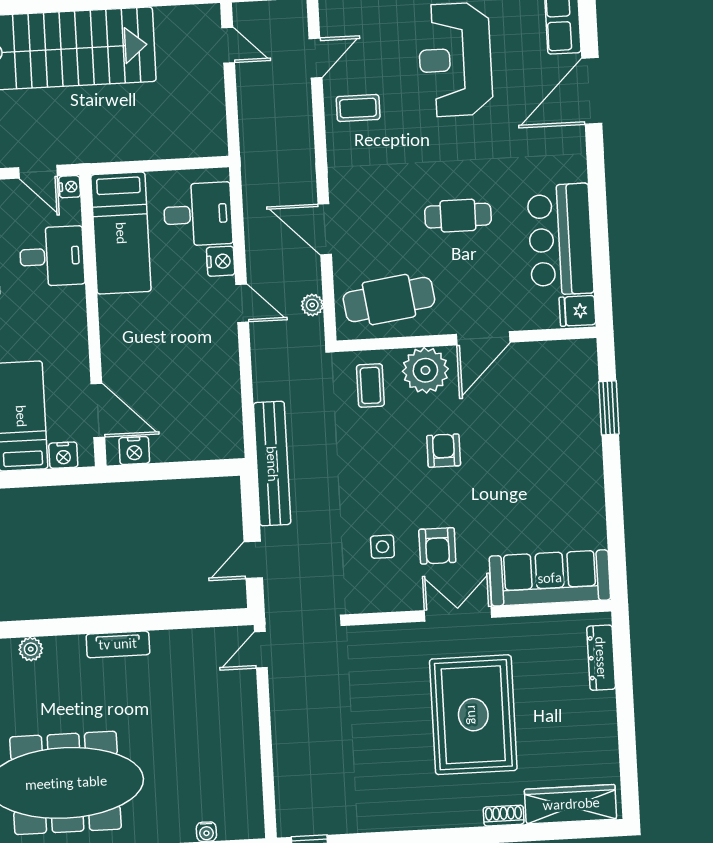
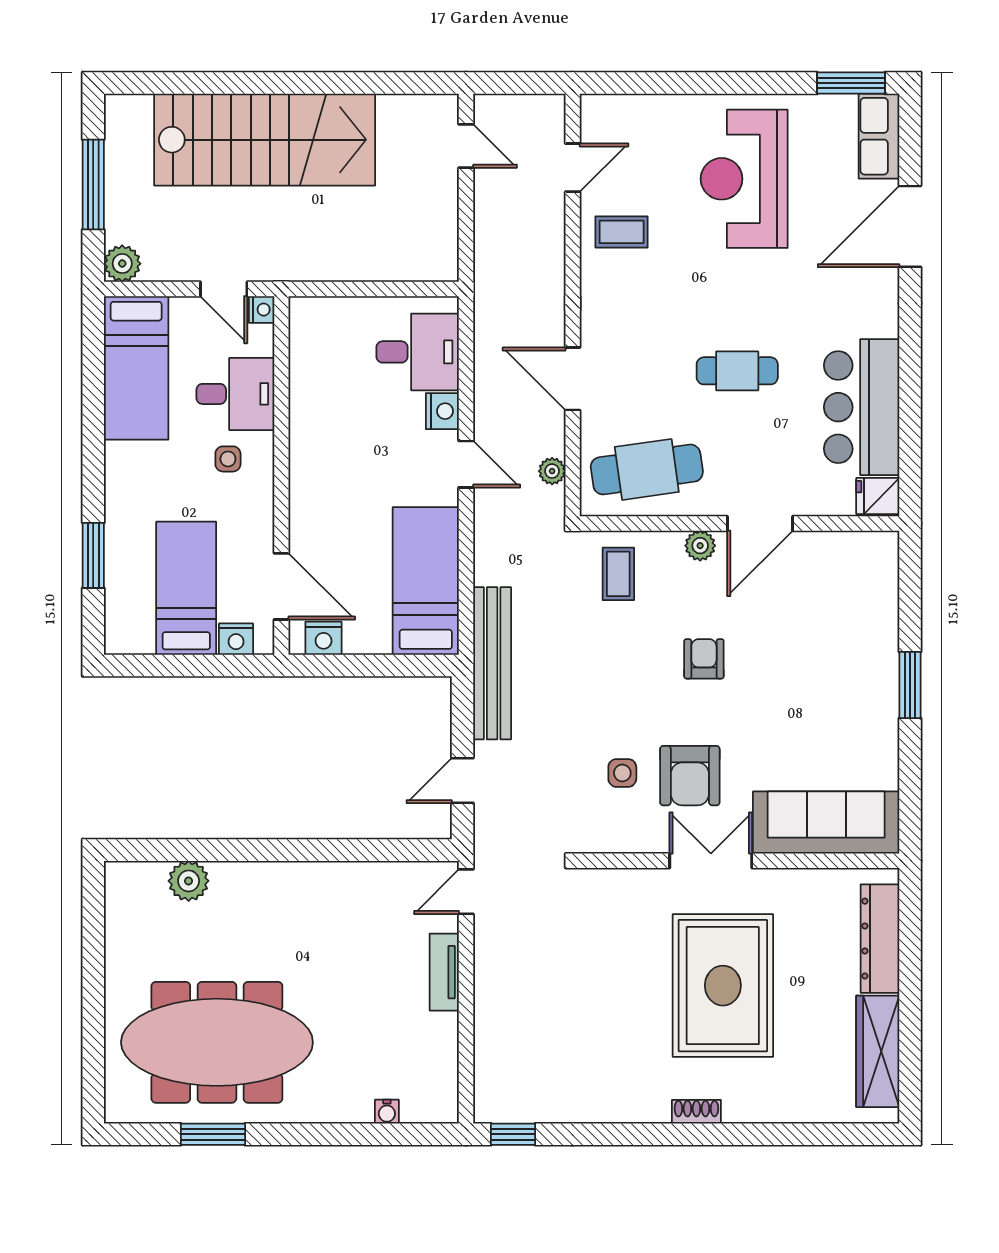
bed: (121, 233) -> (426, 581), moved, turned 180
side table: (49, 309) -> (228, 459), added
plant: (425, 370) -> (700, 546), width x0.53, depth x0.53
window: (609, 408) -> (910, 685), moved
armchair: (437, 546) -> (690, 776), width x1.38, depth x1.38
tv unit: (118, 644) -> (444, 972), moved, turned 90
plant: (31, 649) -> (189, 881), width x1.38, depth x1.38
dresser: (601, 658) -> (880, 939), width x1.37, depth x1.24
wardrobe: (571, 804) -> (878, 1051), moved, turned -90
shoe rack: (504, 816) -> (696, 1112), moved

